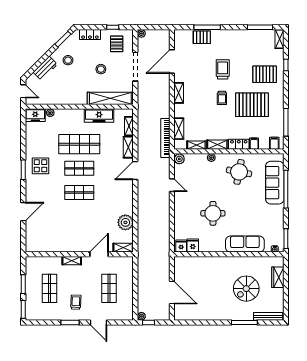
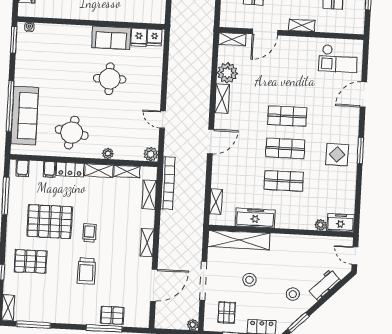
shop shelf: (79, 144) -> (284, 181), width x0.70, depth x0.74
shelving: (128, 147) -> (222, 99), moved
checkout: (44, 237) -> (338, 59), added
sofa: (245, 244) -> (111, 38), moved, width x0.73

